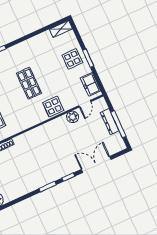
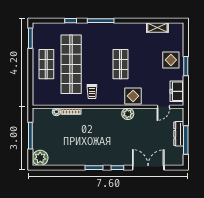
shelving: (61, 29) -> (157, 28), moved
plant: (73, 117) -> (128, 114), moved
trolley: (15, 119) -> (92, 92), added

